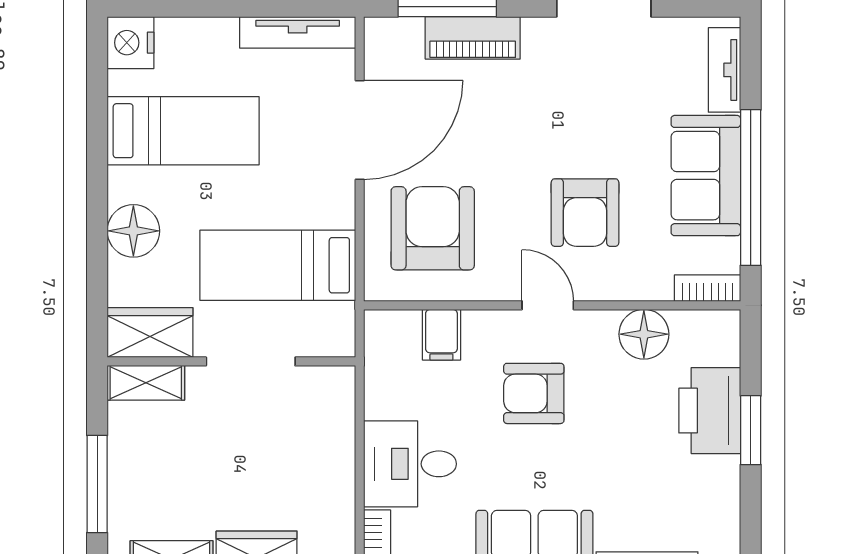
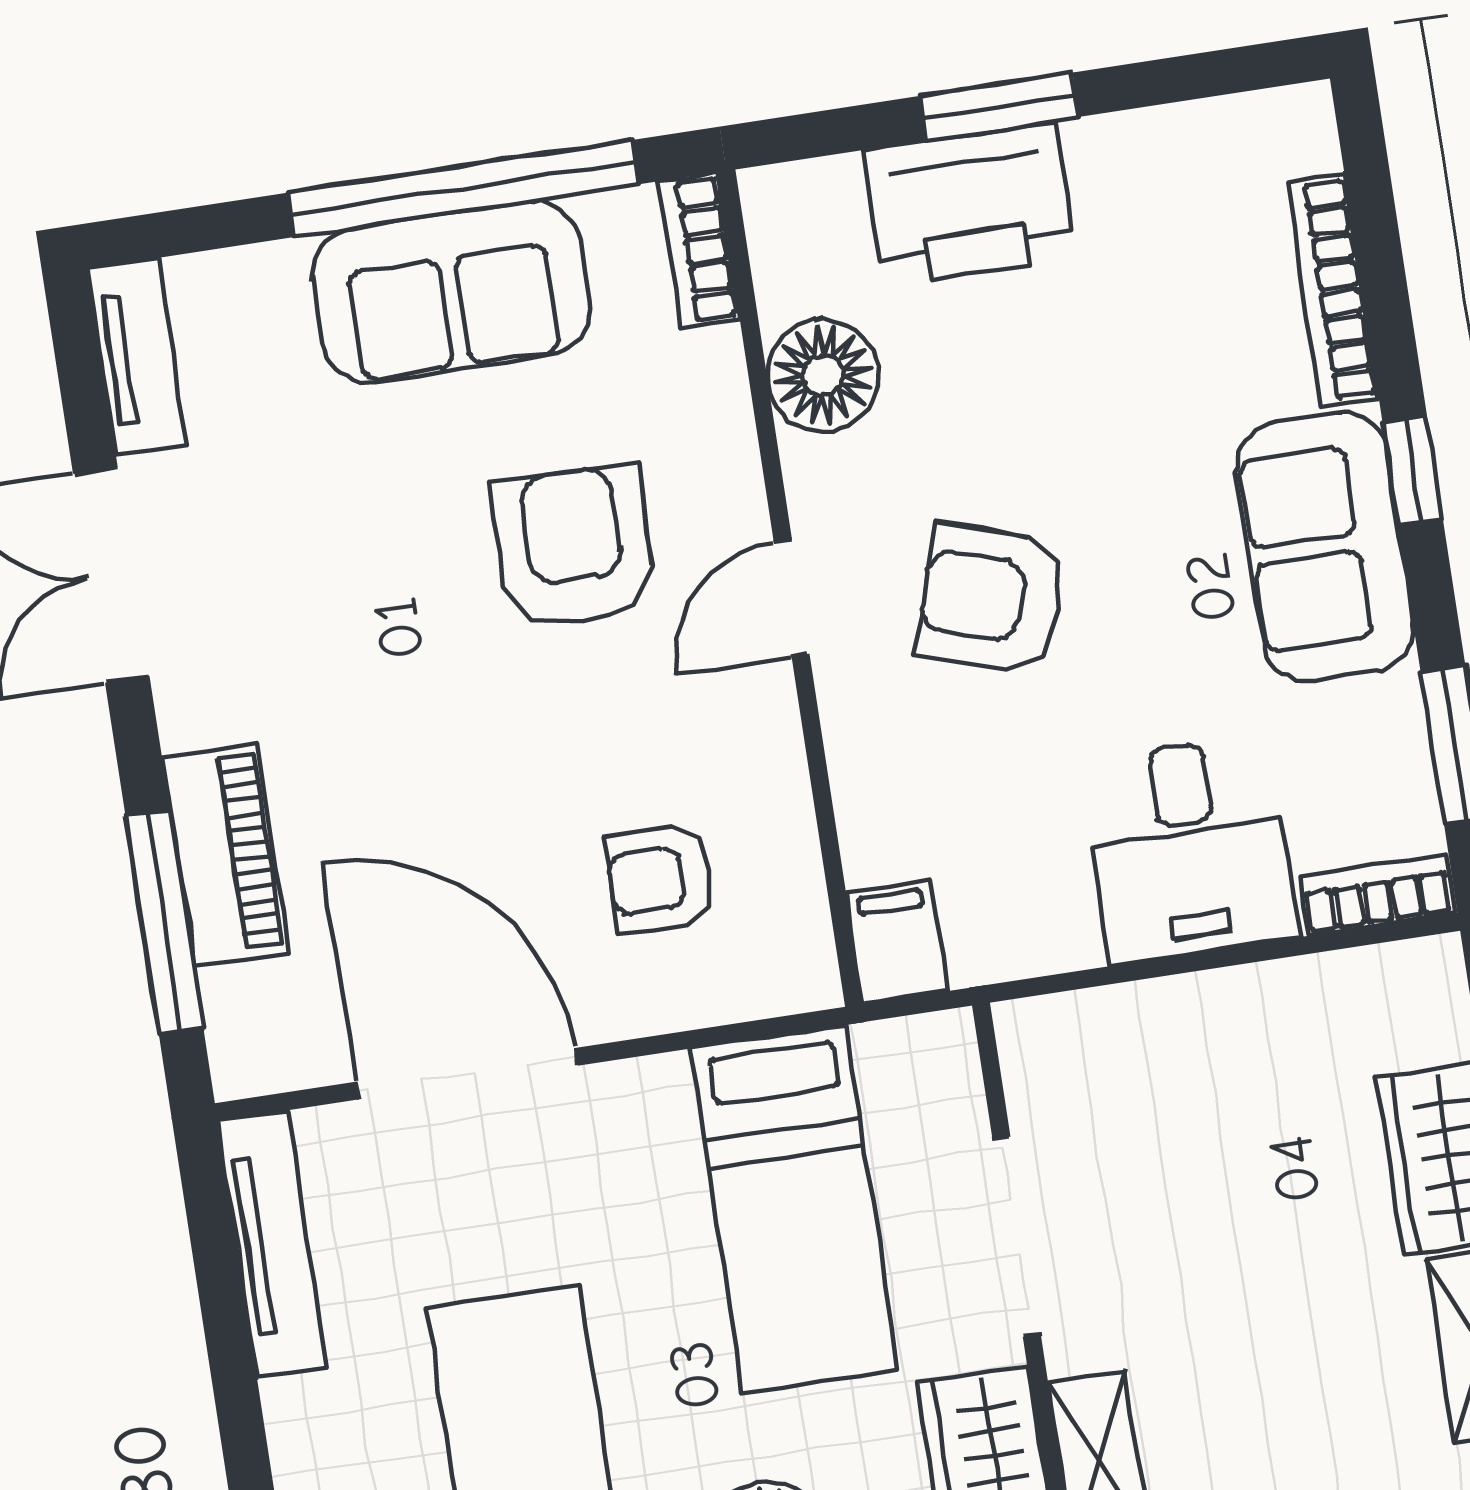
tv unit: (724, 70) -> (137, 357), moved, turned -90
armchair: (585, 213) -> (574, 547), turned -89
armchair: (433, 228) -> (660, 879), width x0.53, depth x0.53
filing cabinet: (441, 335) -> (896, 941), moved, turned -90
armchair: (534, 393) -> (992, 599), turned 108

